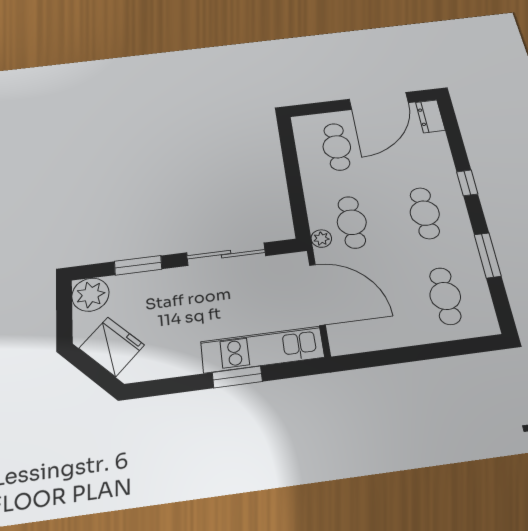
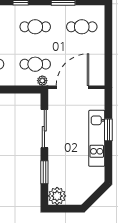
fridge: (112, 347) -> (85, 187), removed
kitchen unit: (262, 349) -> (97, 138), moved

